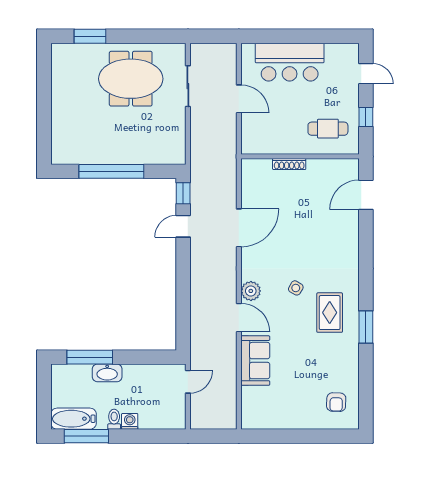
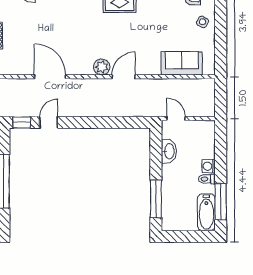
door: (183, 226) -> (49, 122), swing flipped
side table: (296, 288) -> (203, 22), moved
sofa: (255, 361) -> (182, 63), moved
washbasin: (107, 373) -> (169, 151), moved

